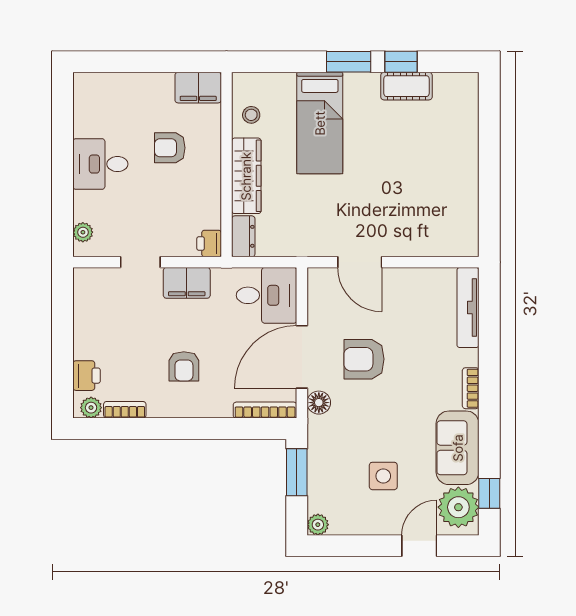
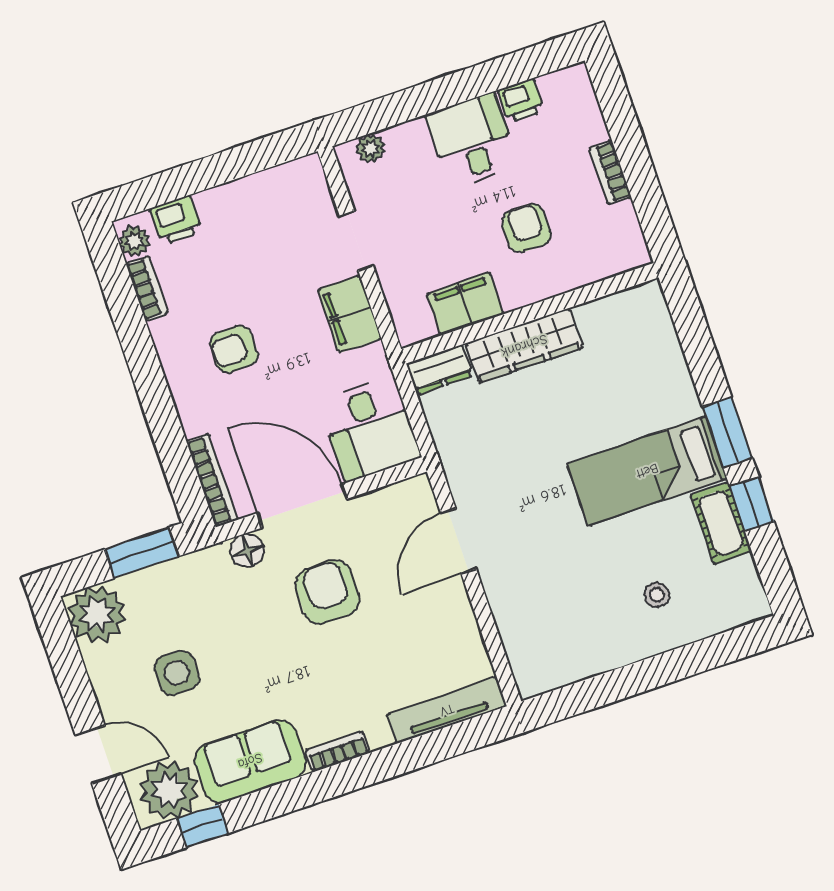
bookcase: (152, 81) -> (610, 172), added
filing cabinet: (198, 88) -> (465, 304), moved, turned 90
stool: (251, 115) -> (657, 595), moved
bed: (320, 123) -> (647, 471), moved
printer: (209, 244) -> (521, 101), moved, turned 180
plant: (318, 525) -> (97, 614), width x1.88, depth x1.88

